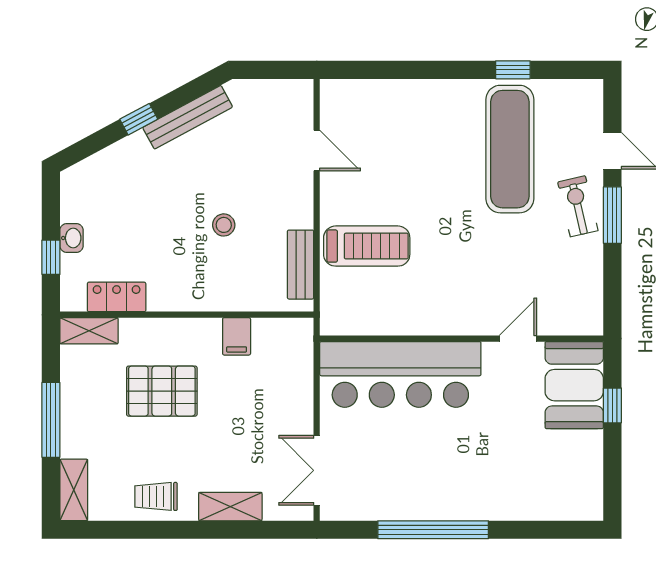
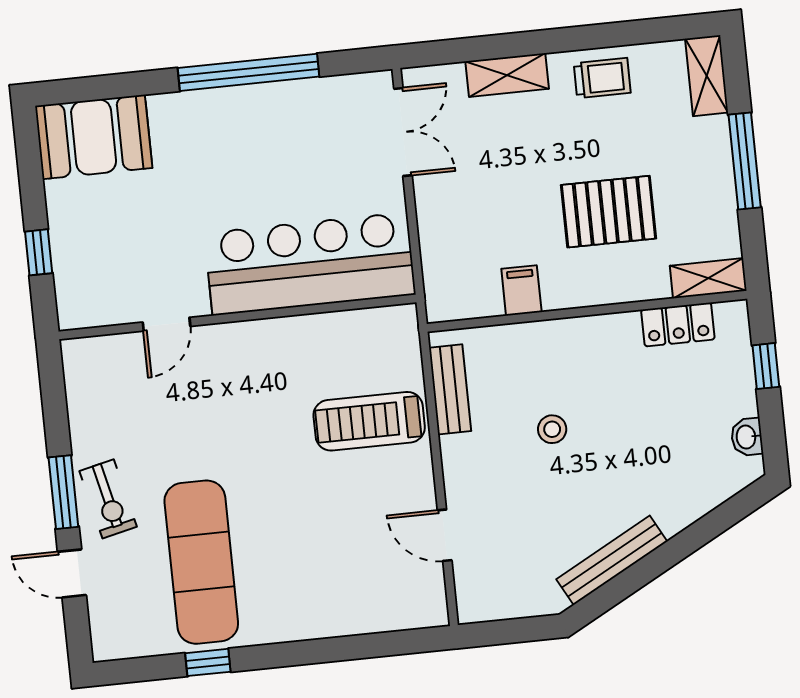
window: (139, 119) -> (673, 552), removed
washbasin: (72, 238) -> (747, 437), moved
booth: (574, 385) -> (94, 137), moved, turned 90

